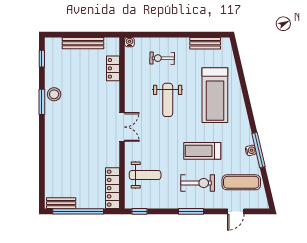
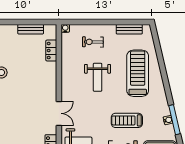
bench: (83, 43) -> (31, 29), width x0.73
treadmill: (215, 95) -> (138, 73), turned 180
double door: (122, 127) -> (59, 113), moved

